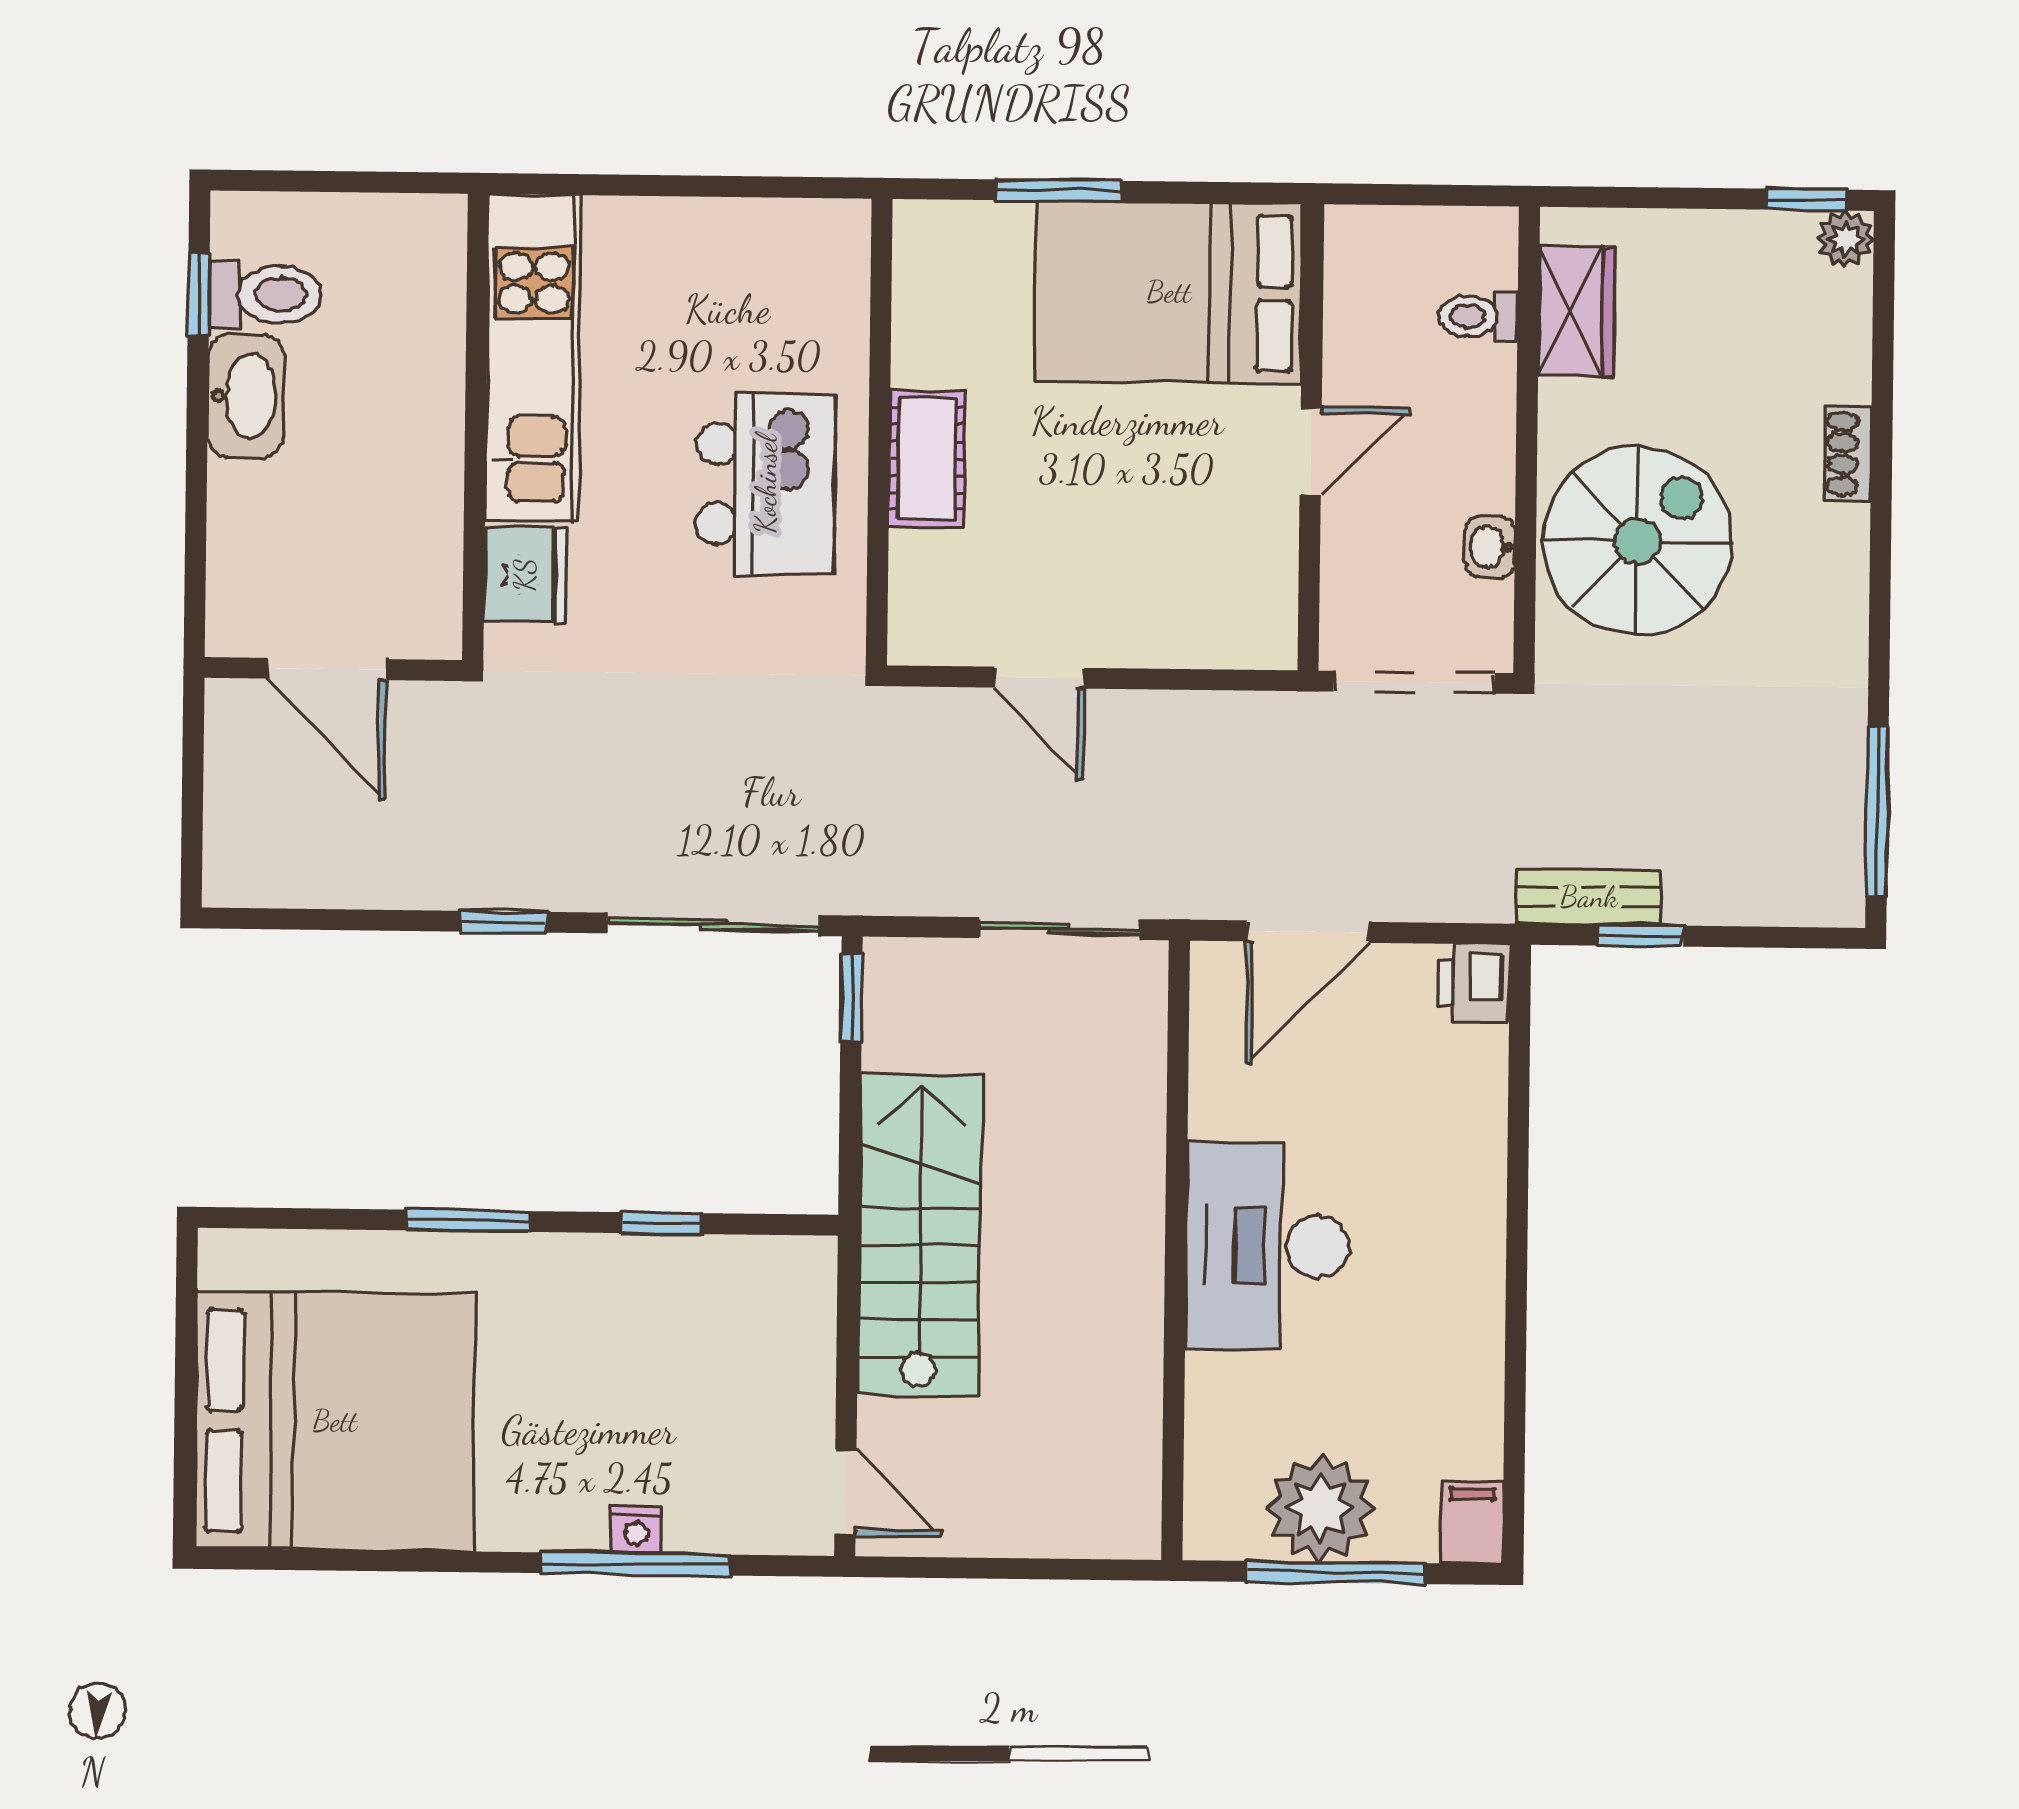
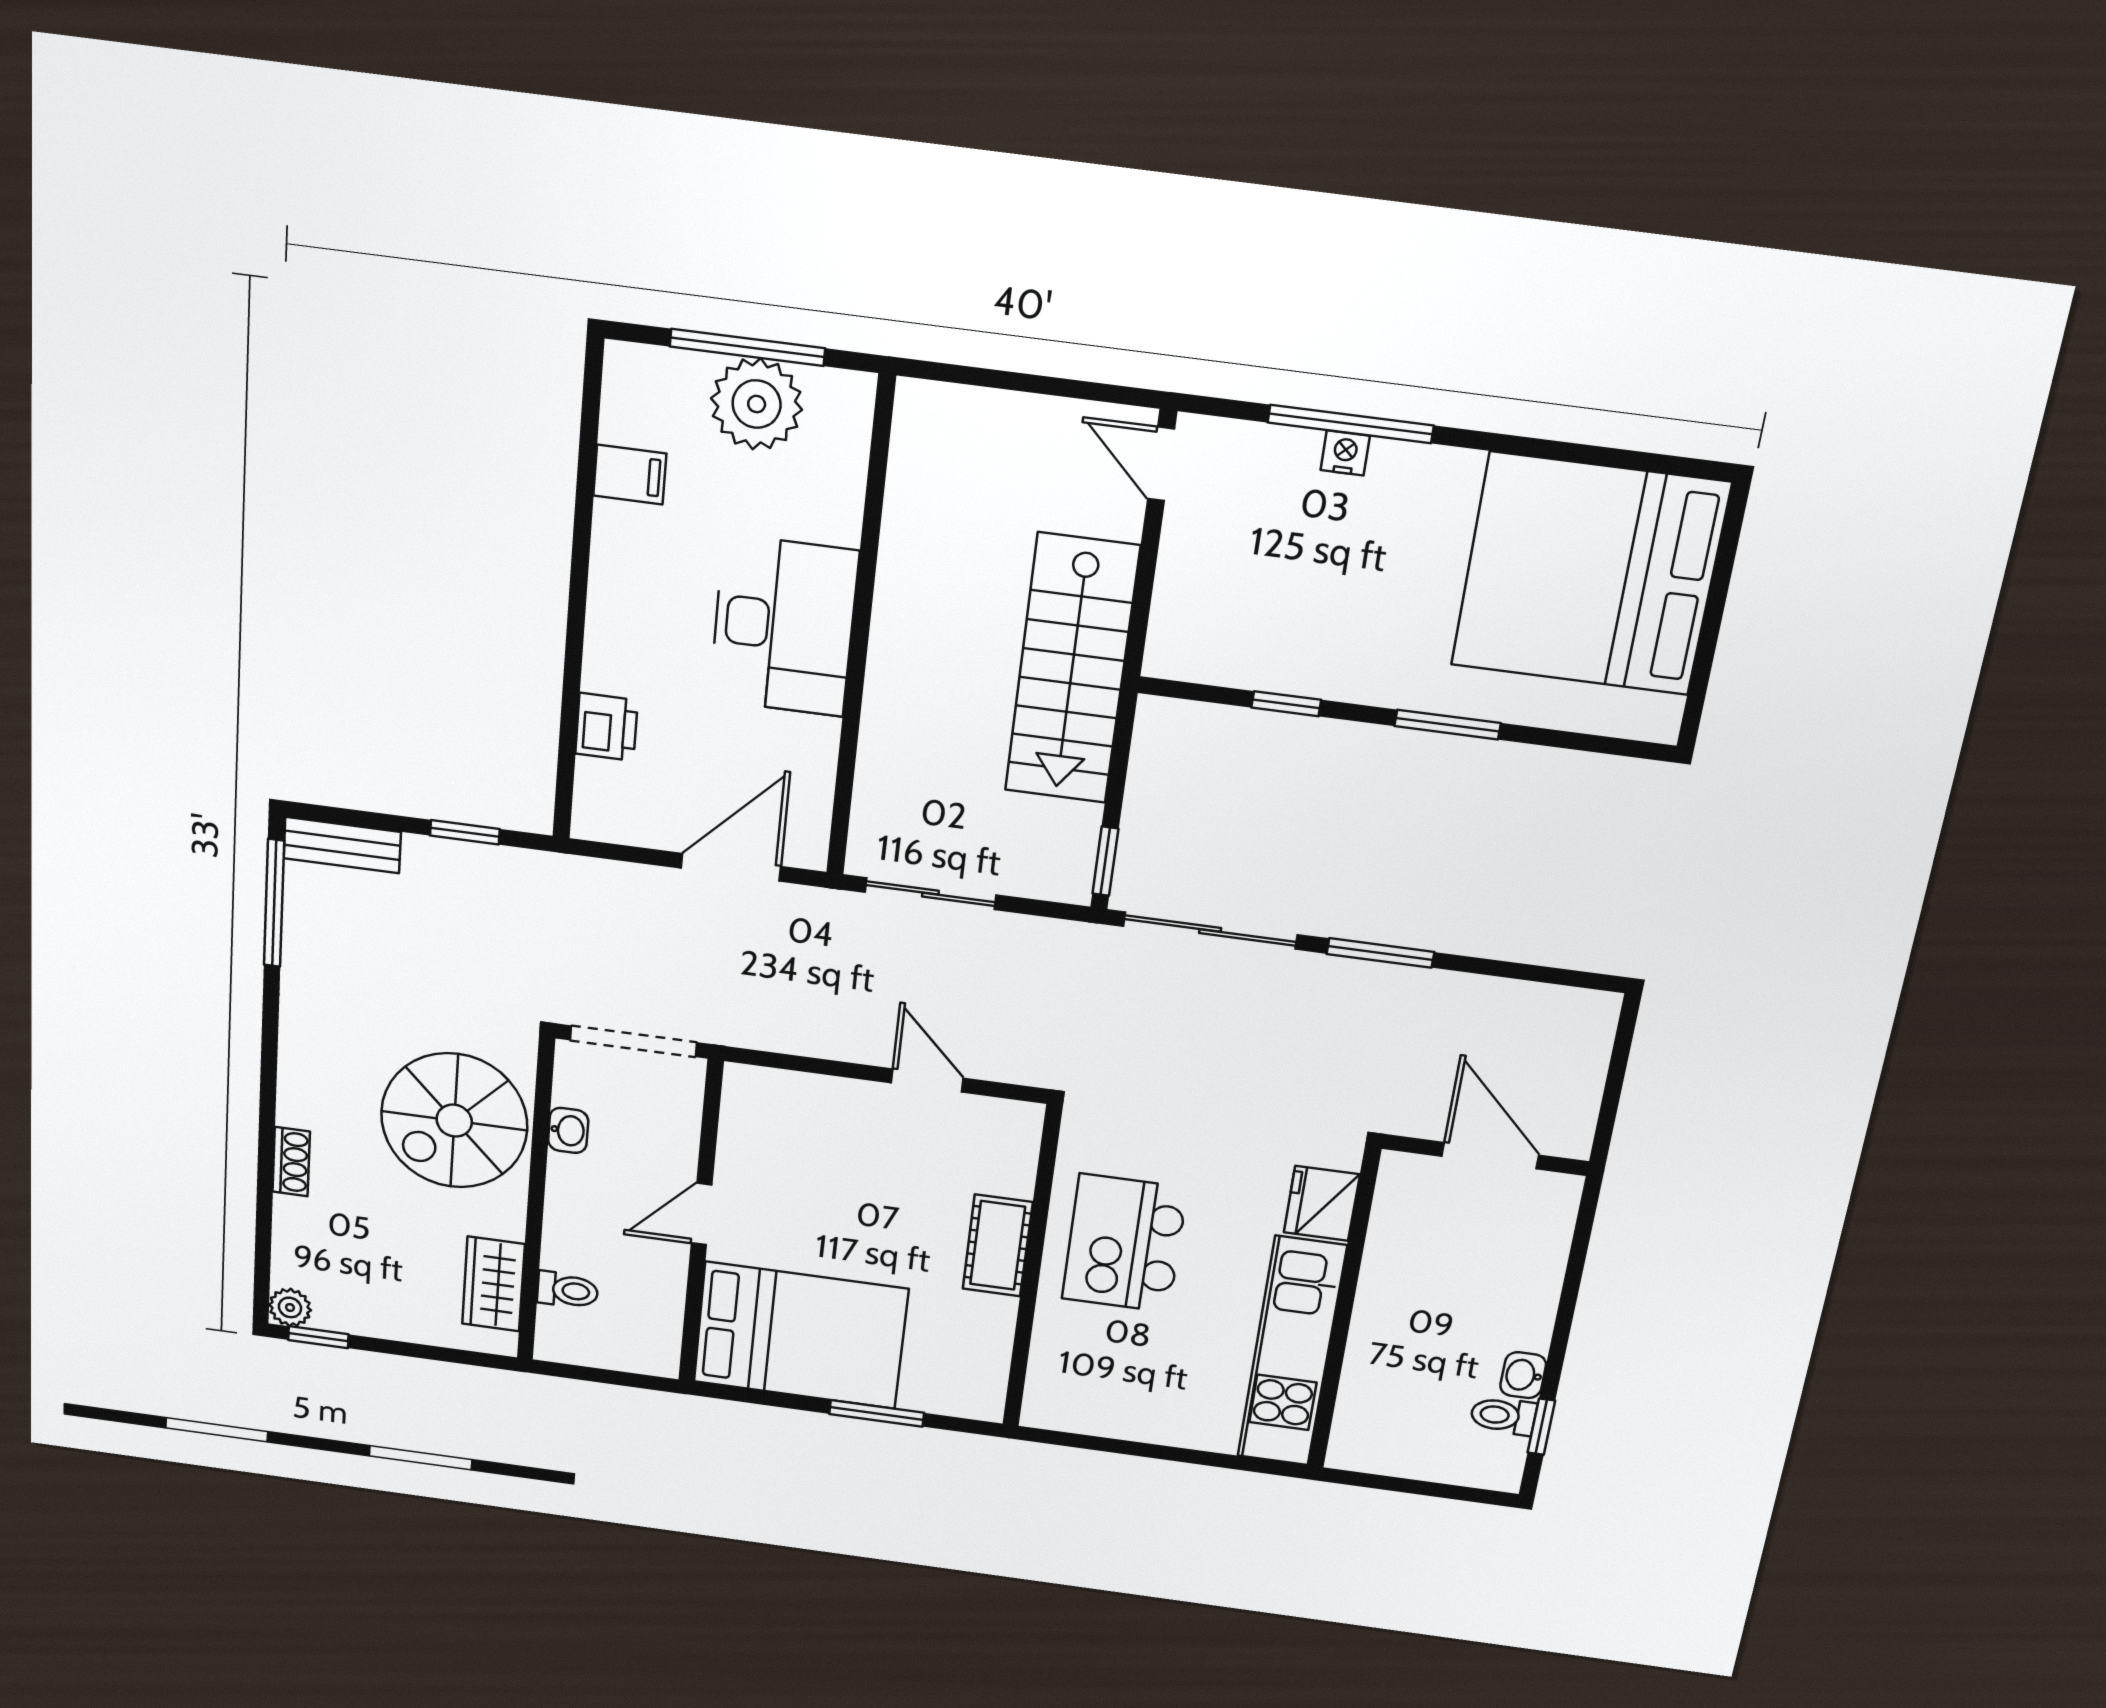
toilet: (265, 294) -> (1503, 1416), width x0.73, depth x0.72
washbasin: (246, 396) -> (1523, 1375), width x0.52, depth x0.69
bench: (1589, 897) -> (342, 845), moved
window: (503, 922) -> (1380, 953), width x1.50
printer: (1474, 983) -> (606, 727), moved
filing cabinet: (1472, 1523) -> (630, 475), moved, turned -90

